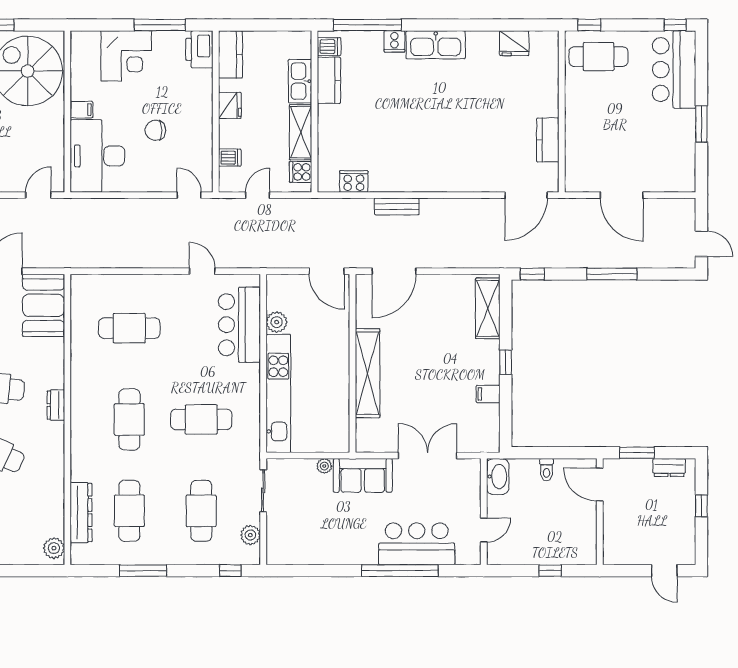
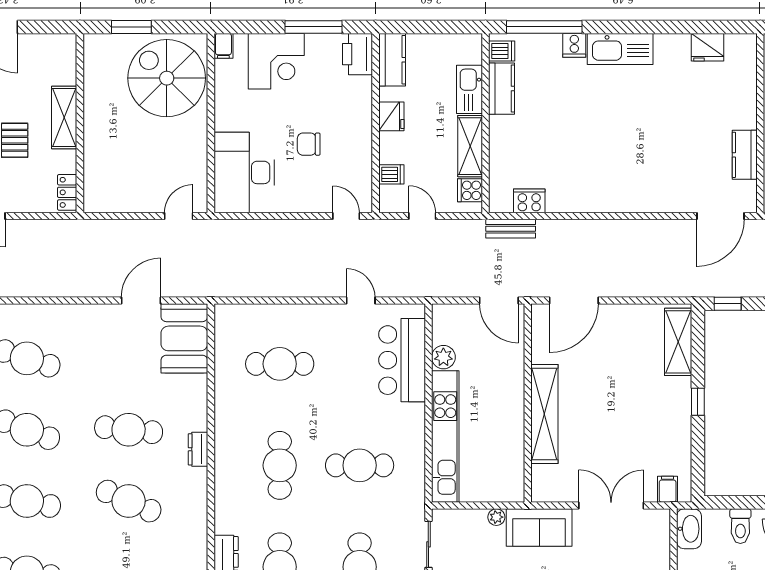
filing cabinet: (81, 110) -> (223, 46), moved, turned 90
door: (258, 195) -> (422, 216), hinge flipped
bench: (397, 206) -> (511, 229), moved
filing cabinet: (488, 394) -> (668, 489), moved, turned 90
toilet: (546, 470) -> (740, 526), width x1.37, depth x1.39

